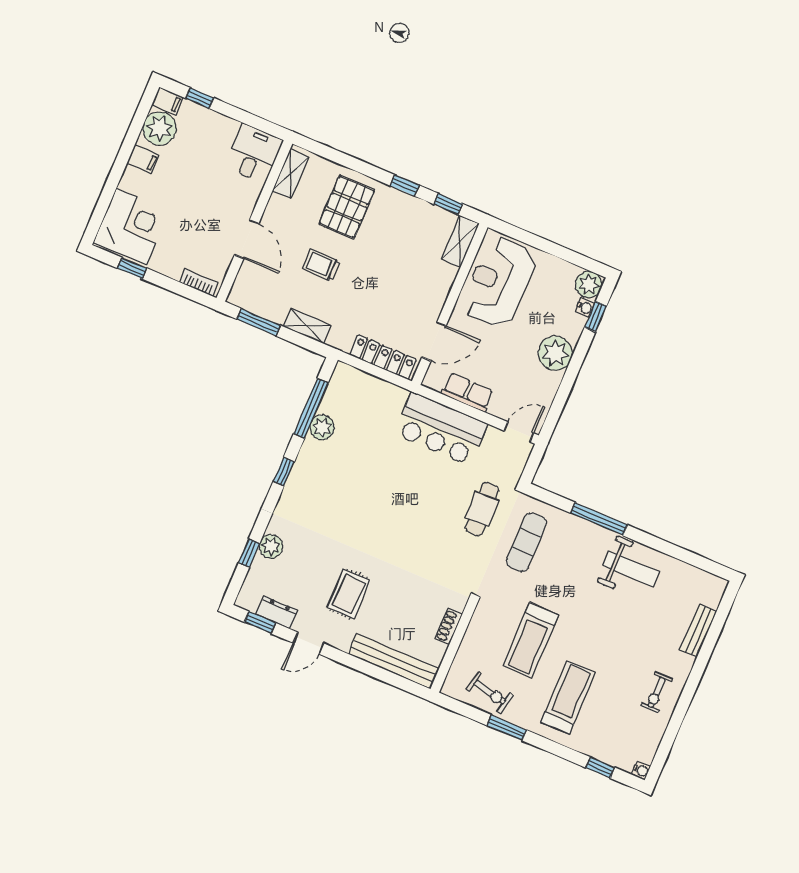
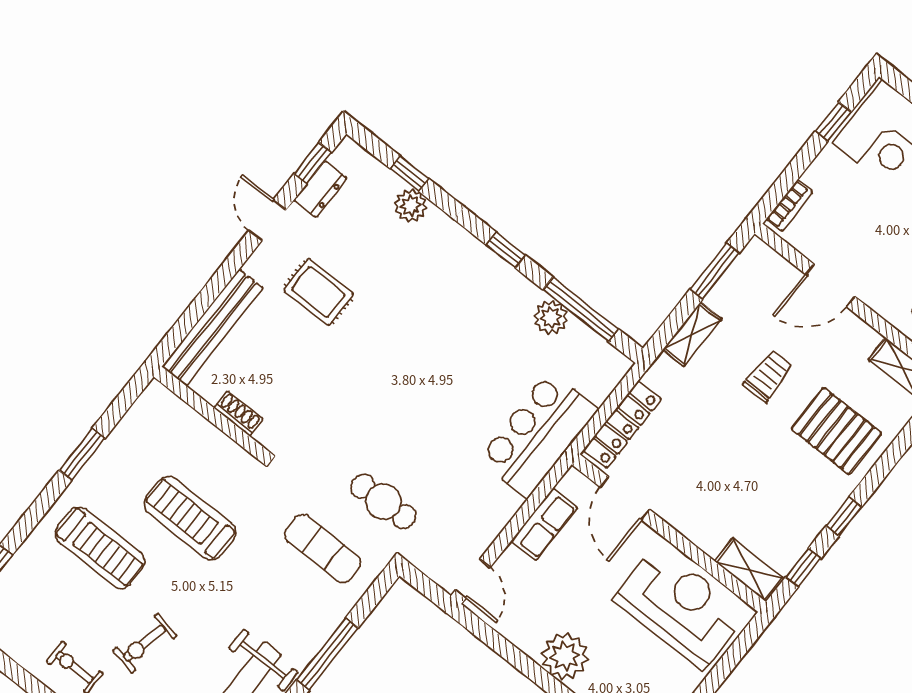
bar counter: (441, 429) -> (538, 434), moved
exercise bike: (490, 692) -> (145, 643), moved

